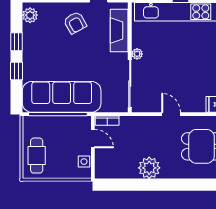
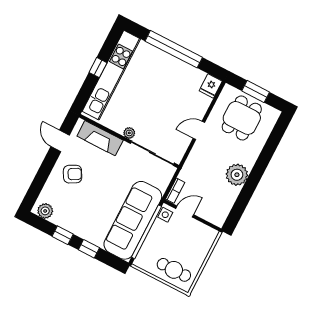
side table: (84, 162) -> (165, 215), moved

